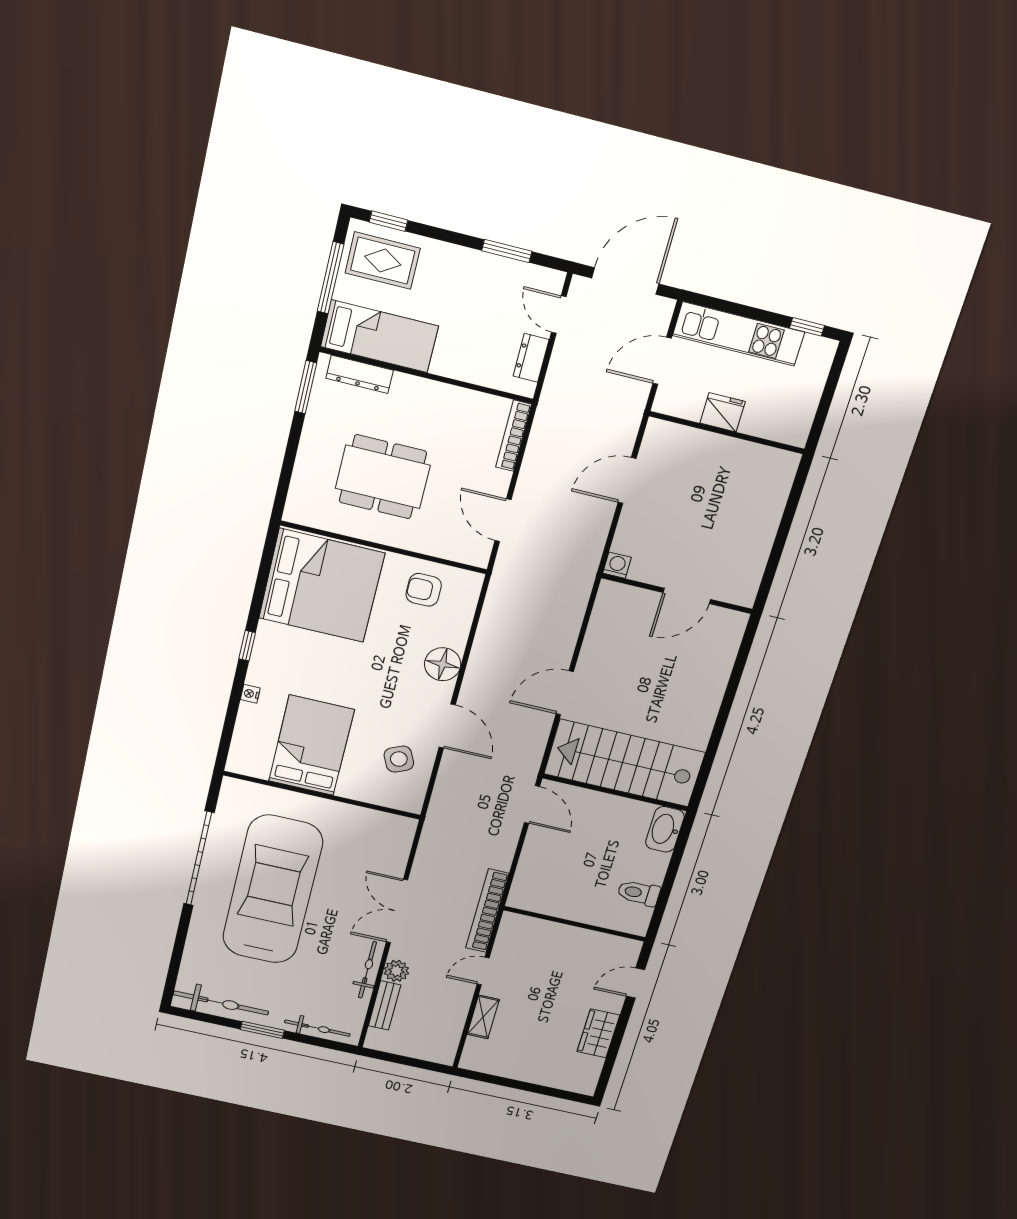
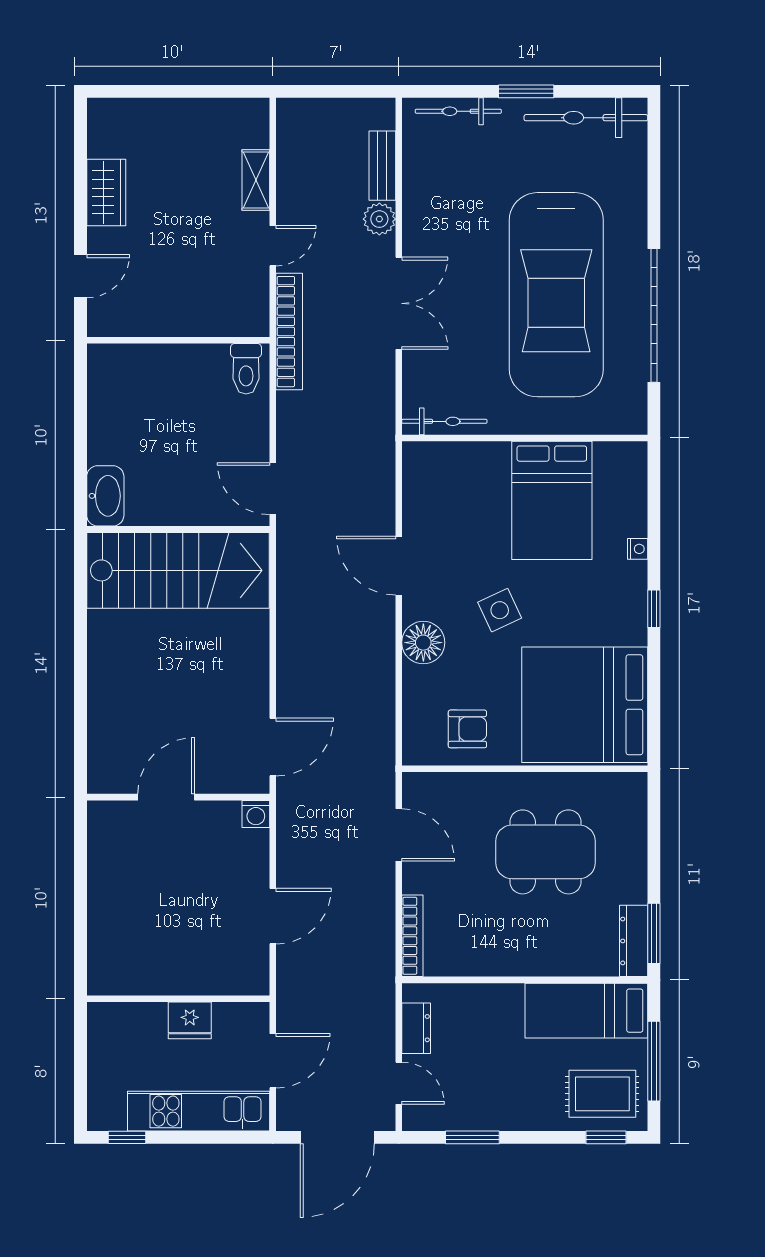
dresser: (360, 374) -> (634, 941), moved, turned -90
door: (565, 693) -> (273, 747), moved
side table: (399, 759) -> (500, 610), moved
toilet: (639, 893) -> (246, 369), moved, turned 90
bicycle: (367, 970) -> (444, 421), moved, turned -90

